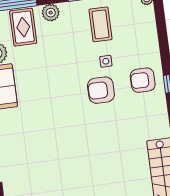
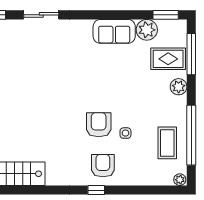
coffee table: (101, 24) -> (167, 143), moved, turned 90

